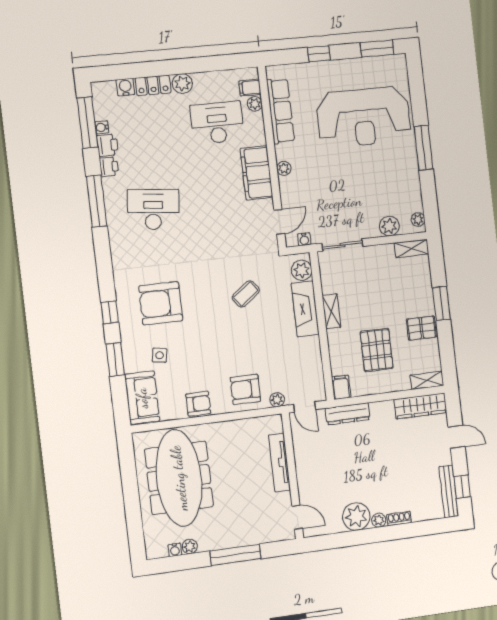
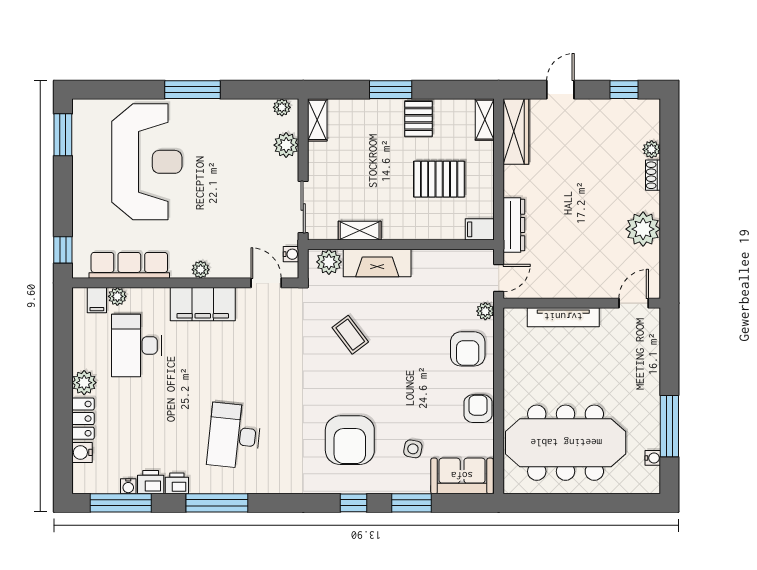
window: (319, 54) -> (63, 250), moved
shelving: (331, 311) -> (360, 231), moved
bench: (449, 491) -> (628, 108), removed
plant: (379, 520) -> (652, 149), moved
plant: (190, 547) -> (651, 439), removed
window: (236, 555) -> (669, 426), moved

